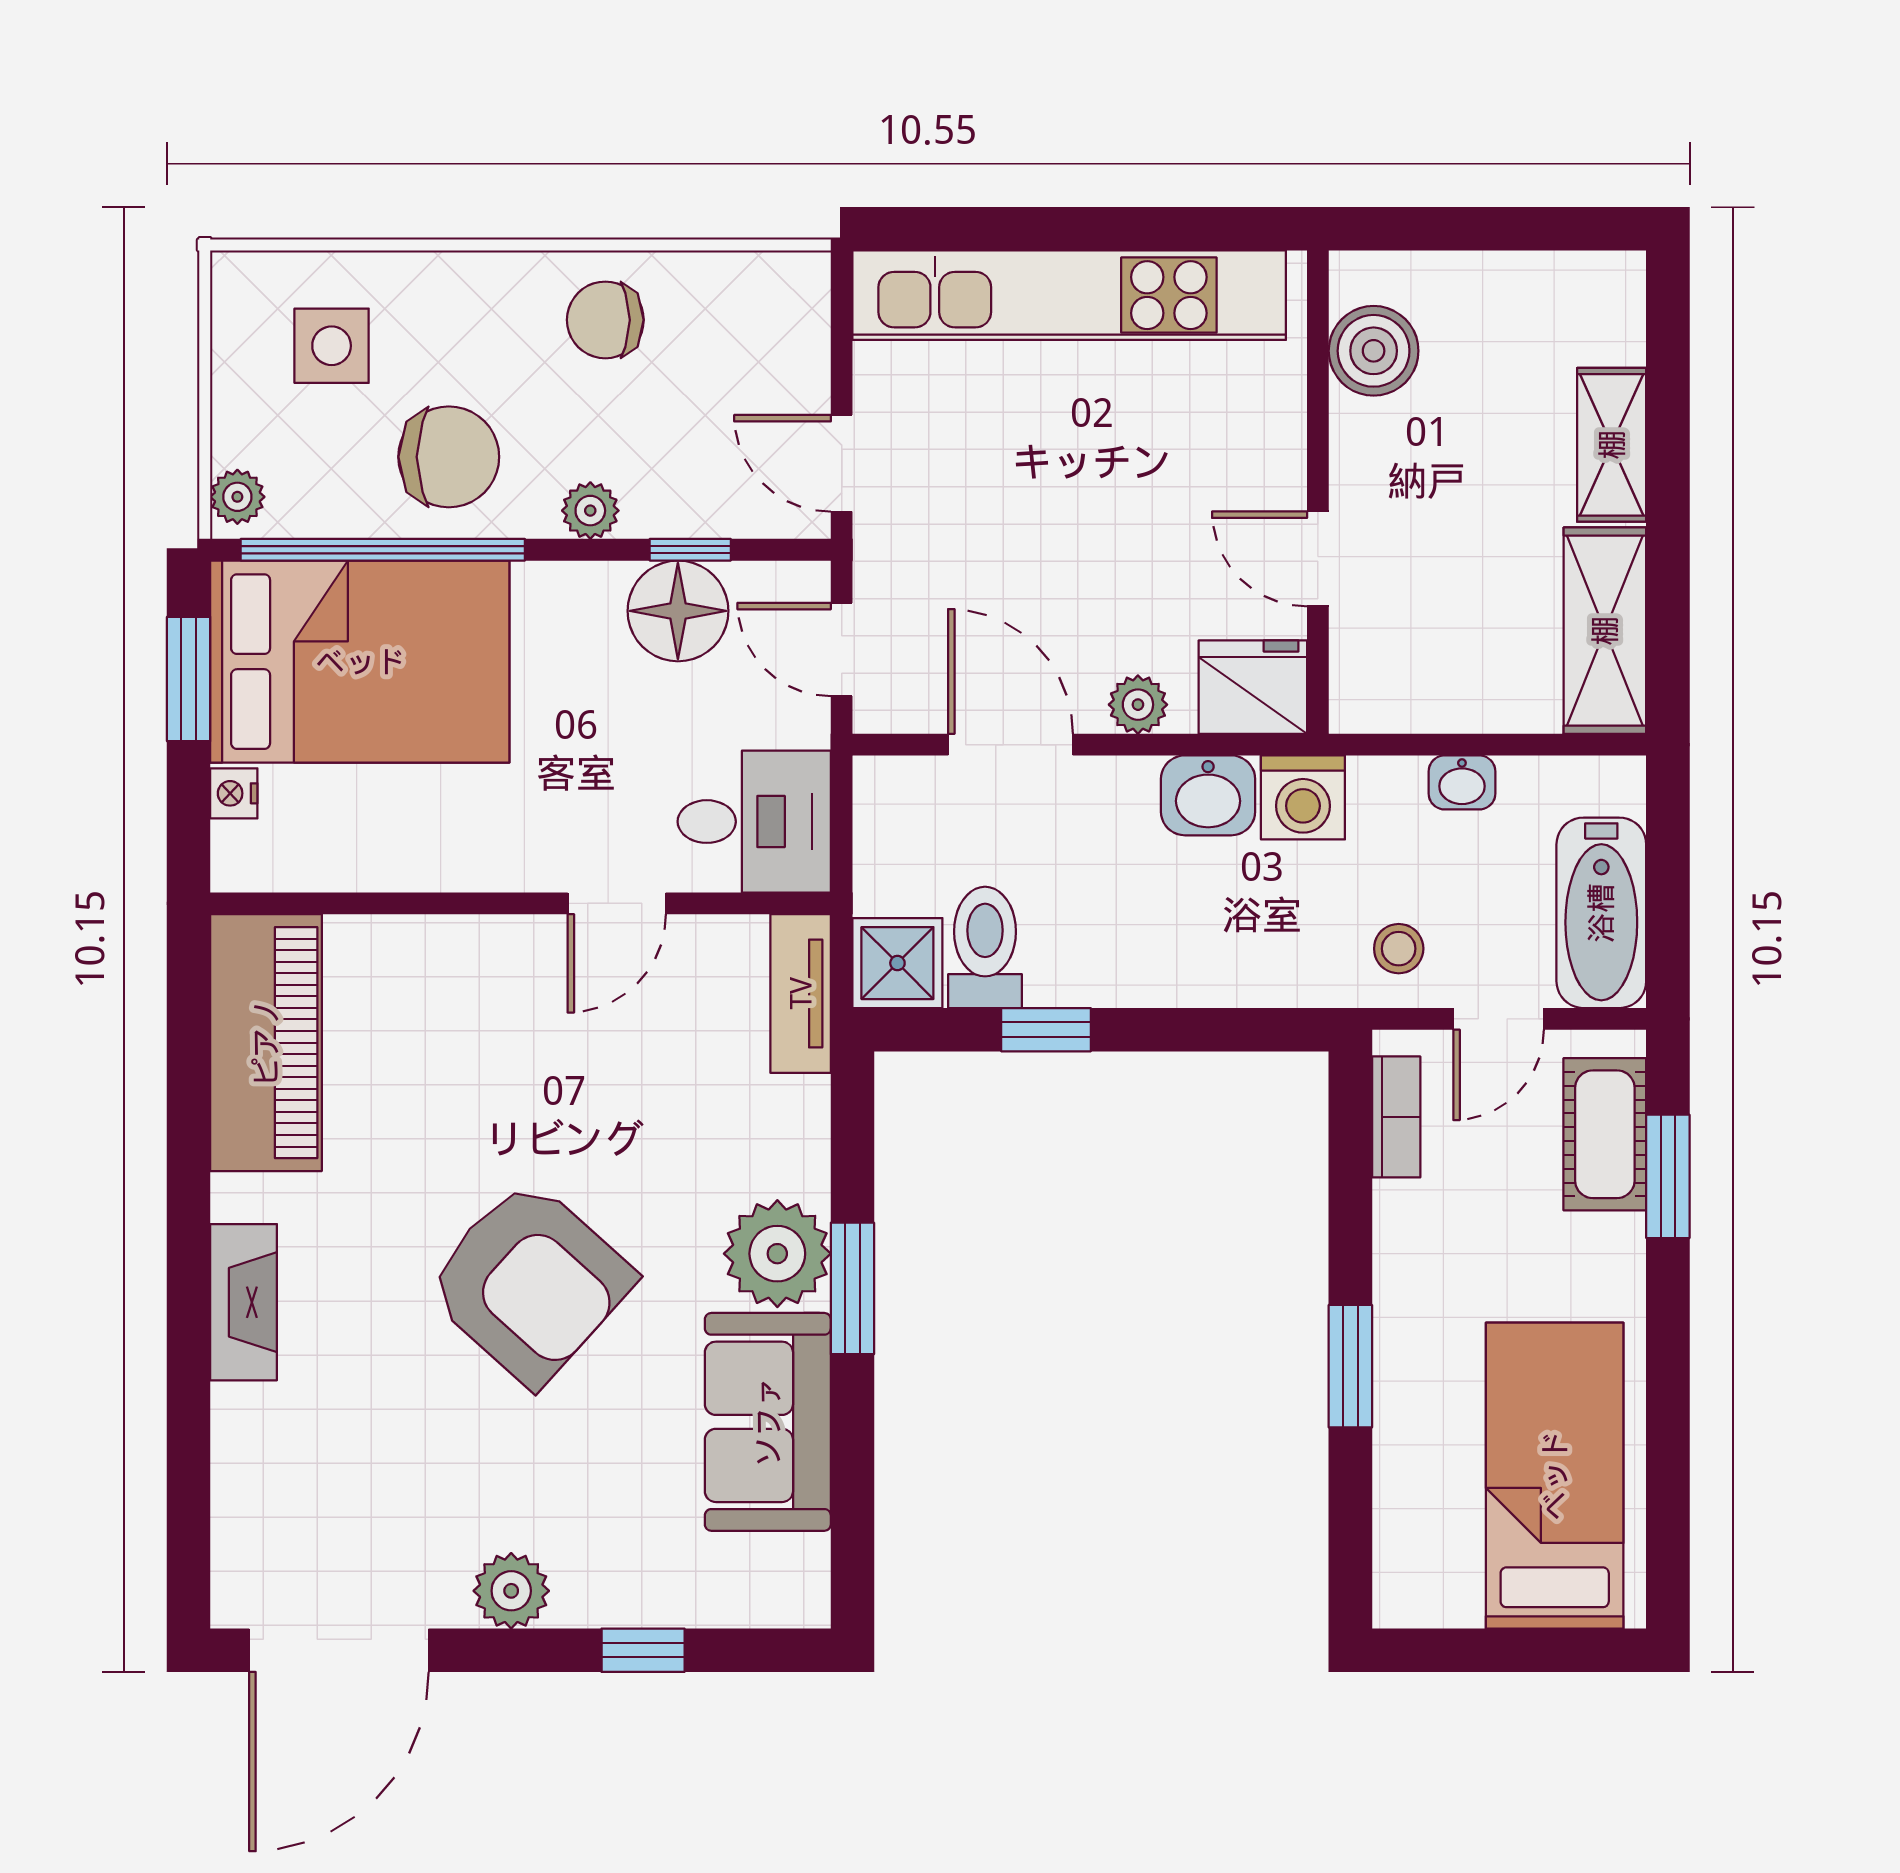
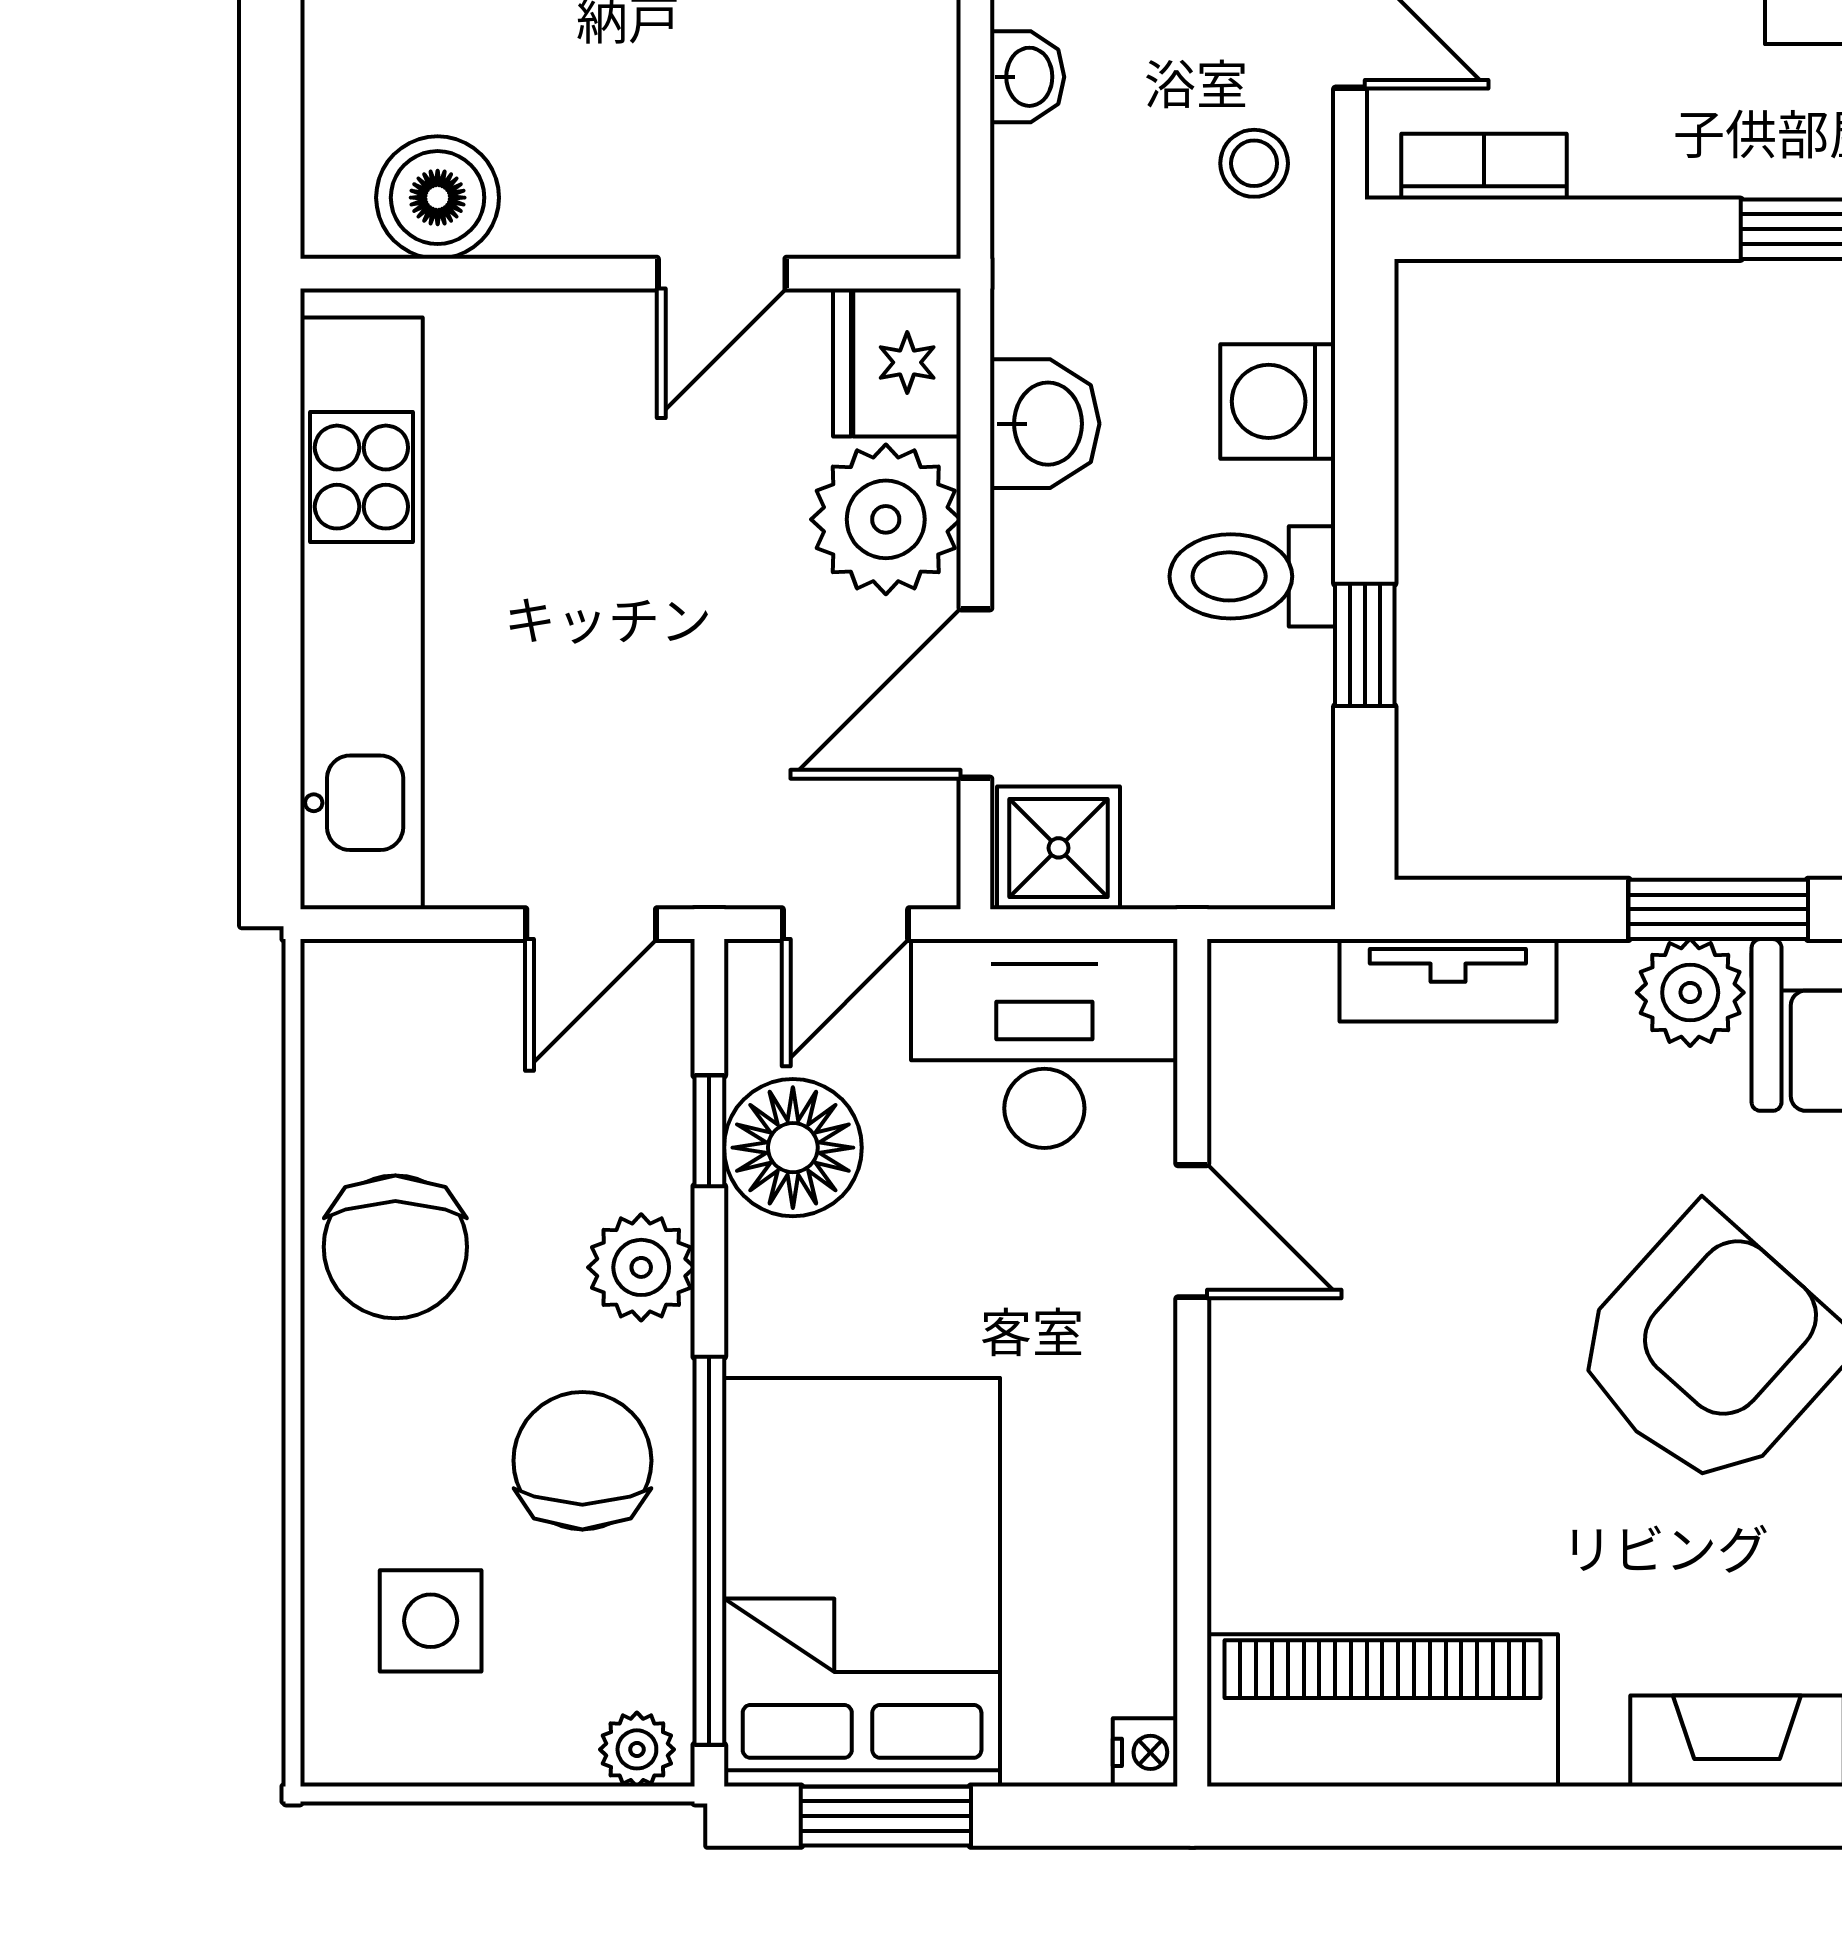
chair: (605, 320) -> (395, 1247), width x1.37, depth x1.37
plant: (590, 511) -> (641, 1267), width x1.38, depth x1.38
plant: (1138, 705) -> (886, 519), width x1.88, depth x1.88
nightstand: (234, 793) -> (1145, 1752), moved, turned -90
washing machine: (1303, 797) -> (1278, 401), moved, turned 180
desk: (754, 822) -> (1044, 1044), width x1.37
toilet: (985, 947) -> (1252, 576), moved
shower: (897, 963) -> (1059, 848), moved
tv unit: (801, 993) -> (1448, 980), moved
plant: (777, 1254) -> (1690, 993), width x0.73, depth x0.73

